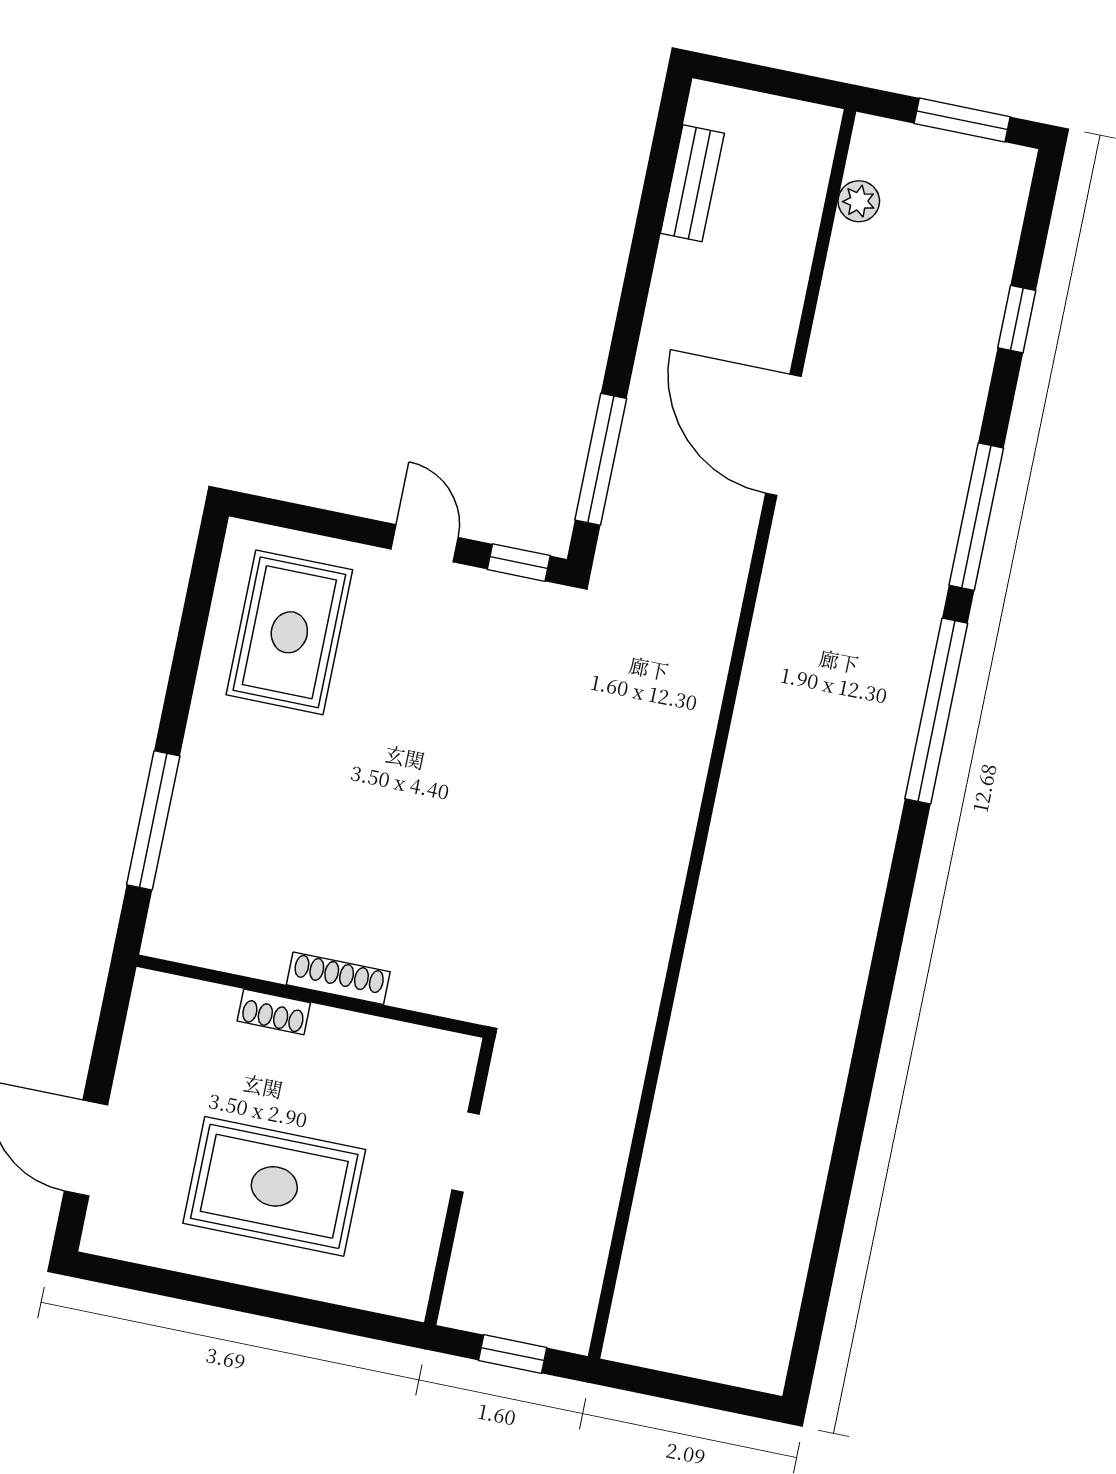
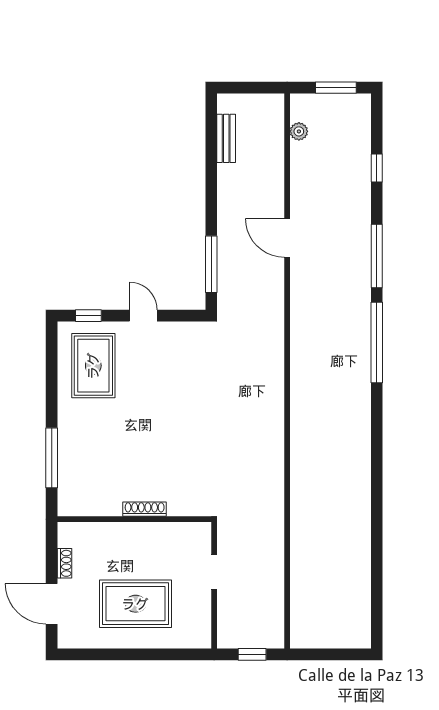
door: (783, 435) -> (287, 238), width x0.73
window: (519, 563) -> (88, 316), moved
shoe rack: (274, 1012) -> (65, 563), moved, turned -90

